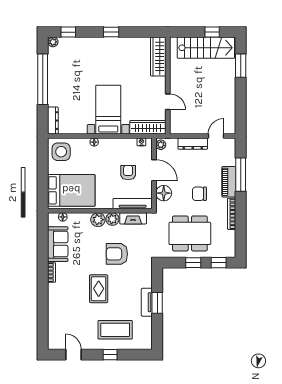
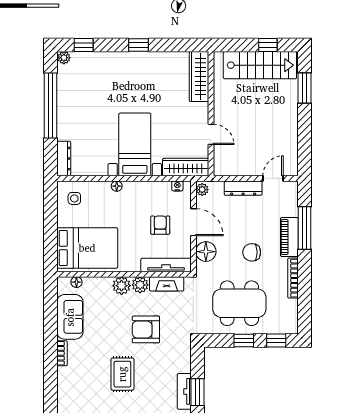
side table: (61, 152) -> (74, 198), width x0.54, depth x0.54

